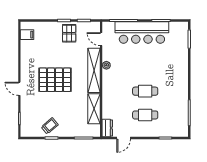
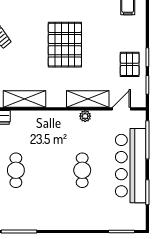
pallet: (69, 33) -> (130, 64), turned 90
shelving: (94, 70) -> (88, 99), width x0.68
cafe table: (145, 91) -> (82, 170), moved

